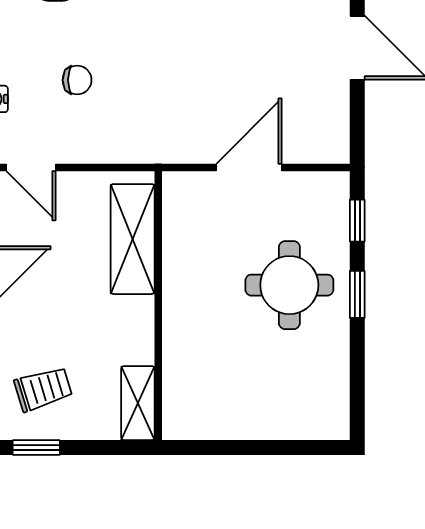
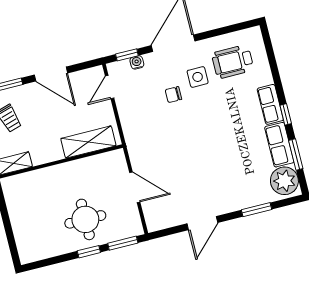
chair: (77, 80) -> (173, 95), moved, turned 90
window: (357, 221) -> (123, 243), width x1.50

